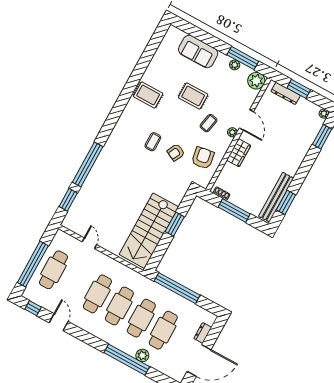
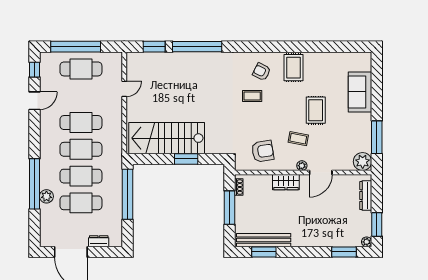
plant: (235, 65) -> (366, 133), removed
window: (299, 89) -> (377, 225), moved
armchair: (176, 152) -> (262, 72), moved

